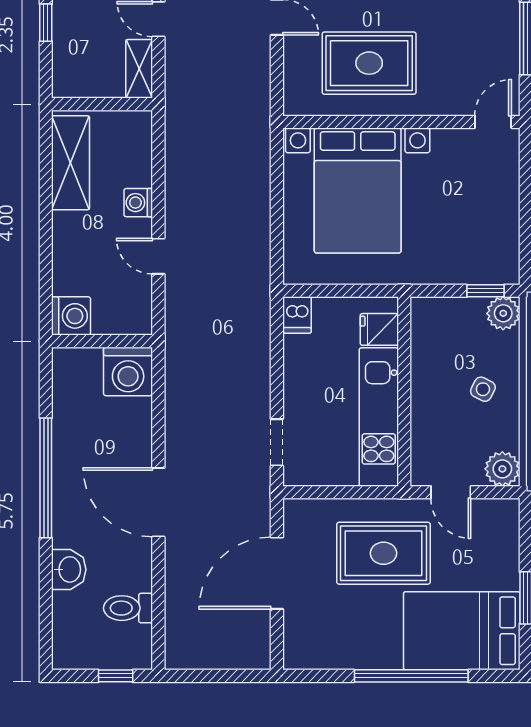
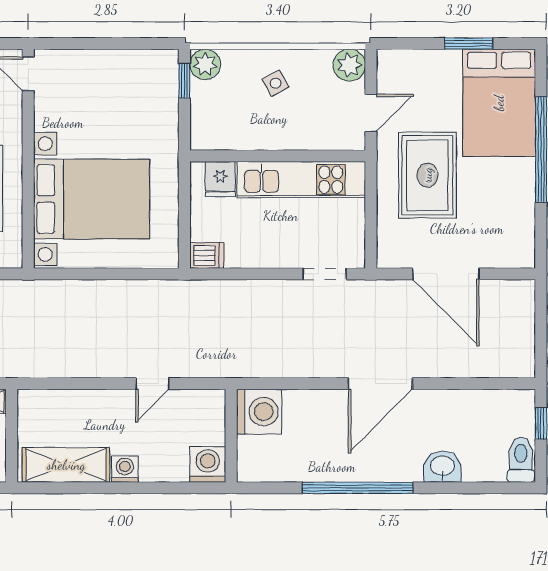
washing machine: (138, 203) -> (125, 469), moved, turned 180
side table: (483, 389) -> (276, 83), turned 34
toilet: (128, 608) -> (521, 460), moved, turned 180

